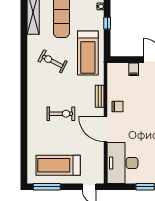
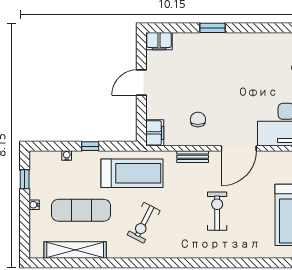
filing cabinet: (134, 69) -> (155, 133), moved, width x2.00
chair: (117, 107) -> (198, 120), moved

